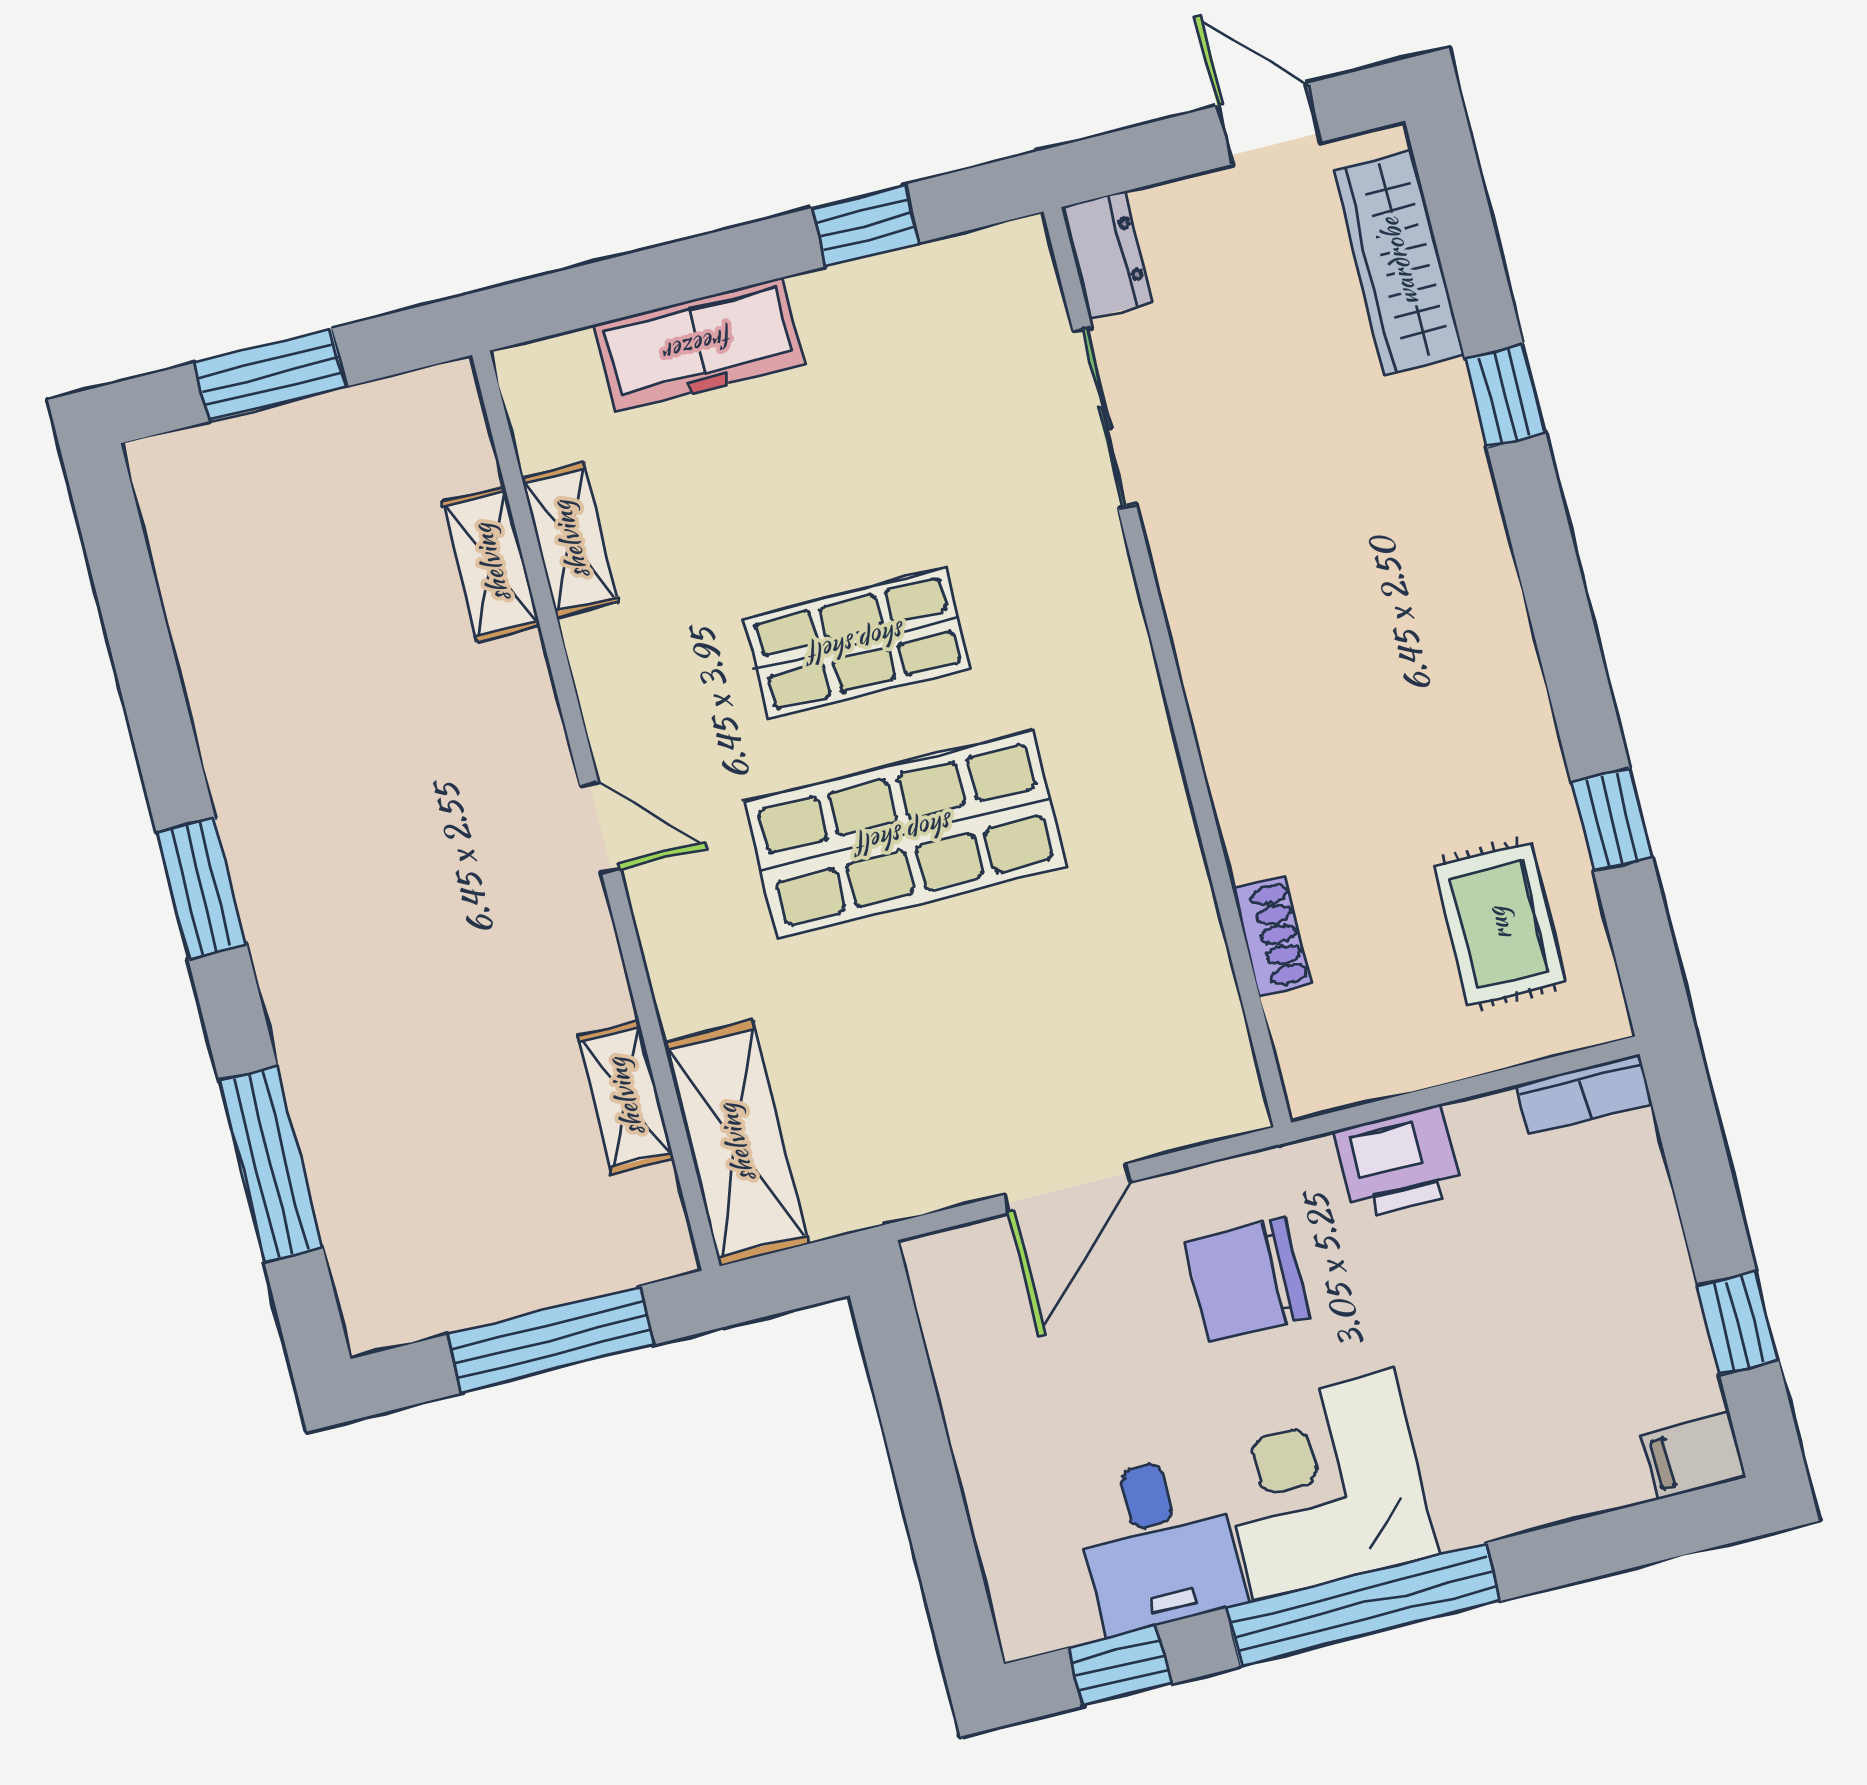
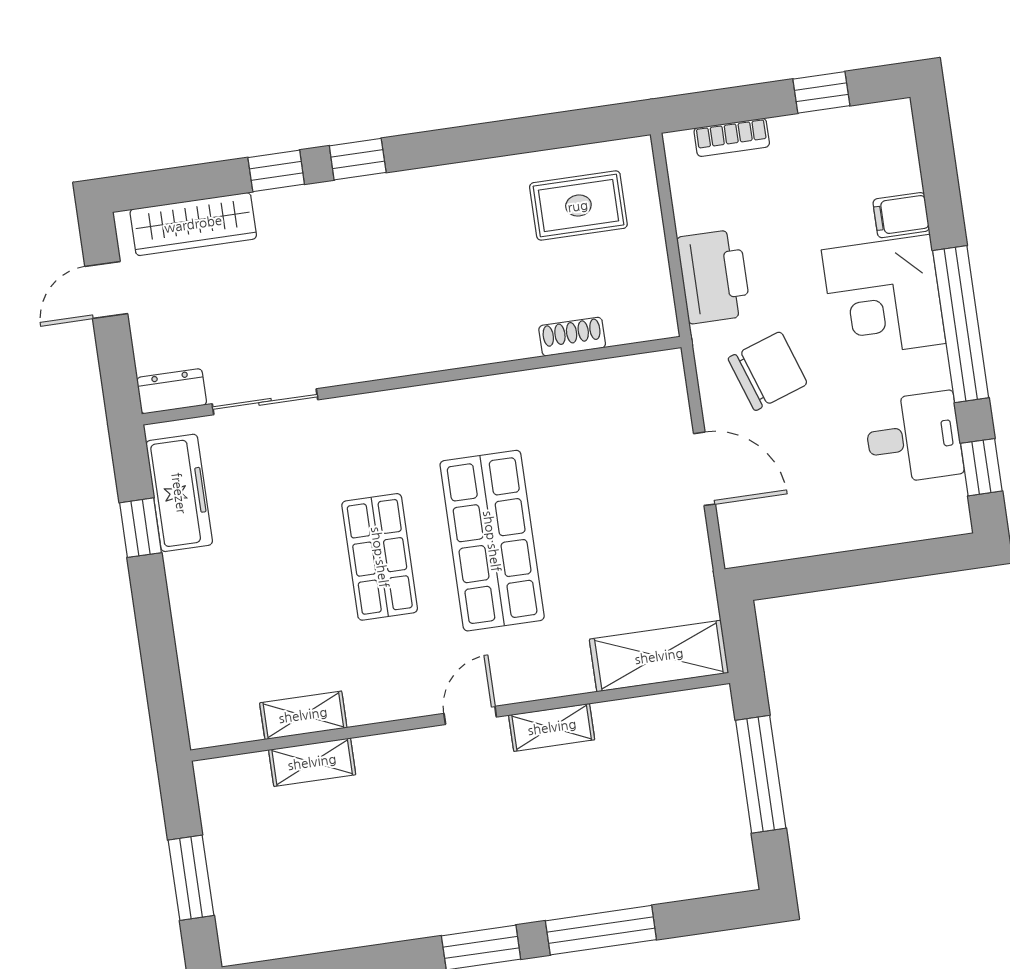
freezer: (699, 345) -> (179, 493), moved
window: (1612, 820) -> (358, 159), moved
bookcase: (1584, 1094) -> (732, 137), moved, turned 90
shelving: (625, 1097) -> (552, 727), moved
printer: (1399, 1162) -> (714, 276), width x1.37, depth x1.19
window: (271, 1164) -> (601, 930), moved
chair: (1248, 1280) -> (768, 371), turned -109
filing cabinet: (1694, 1456) -> (901, 215), moved, turned 90
corner desk: (1324, 1485) -> (884, 297), moved

